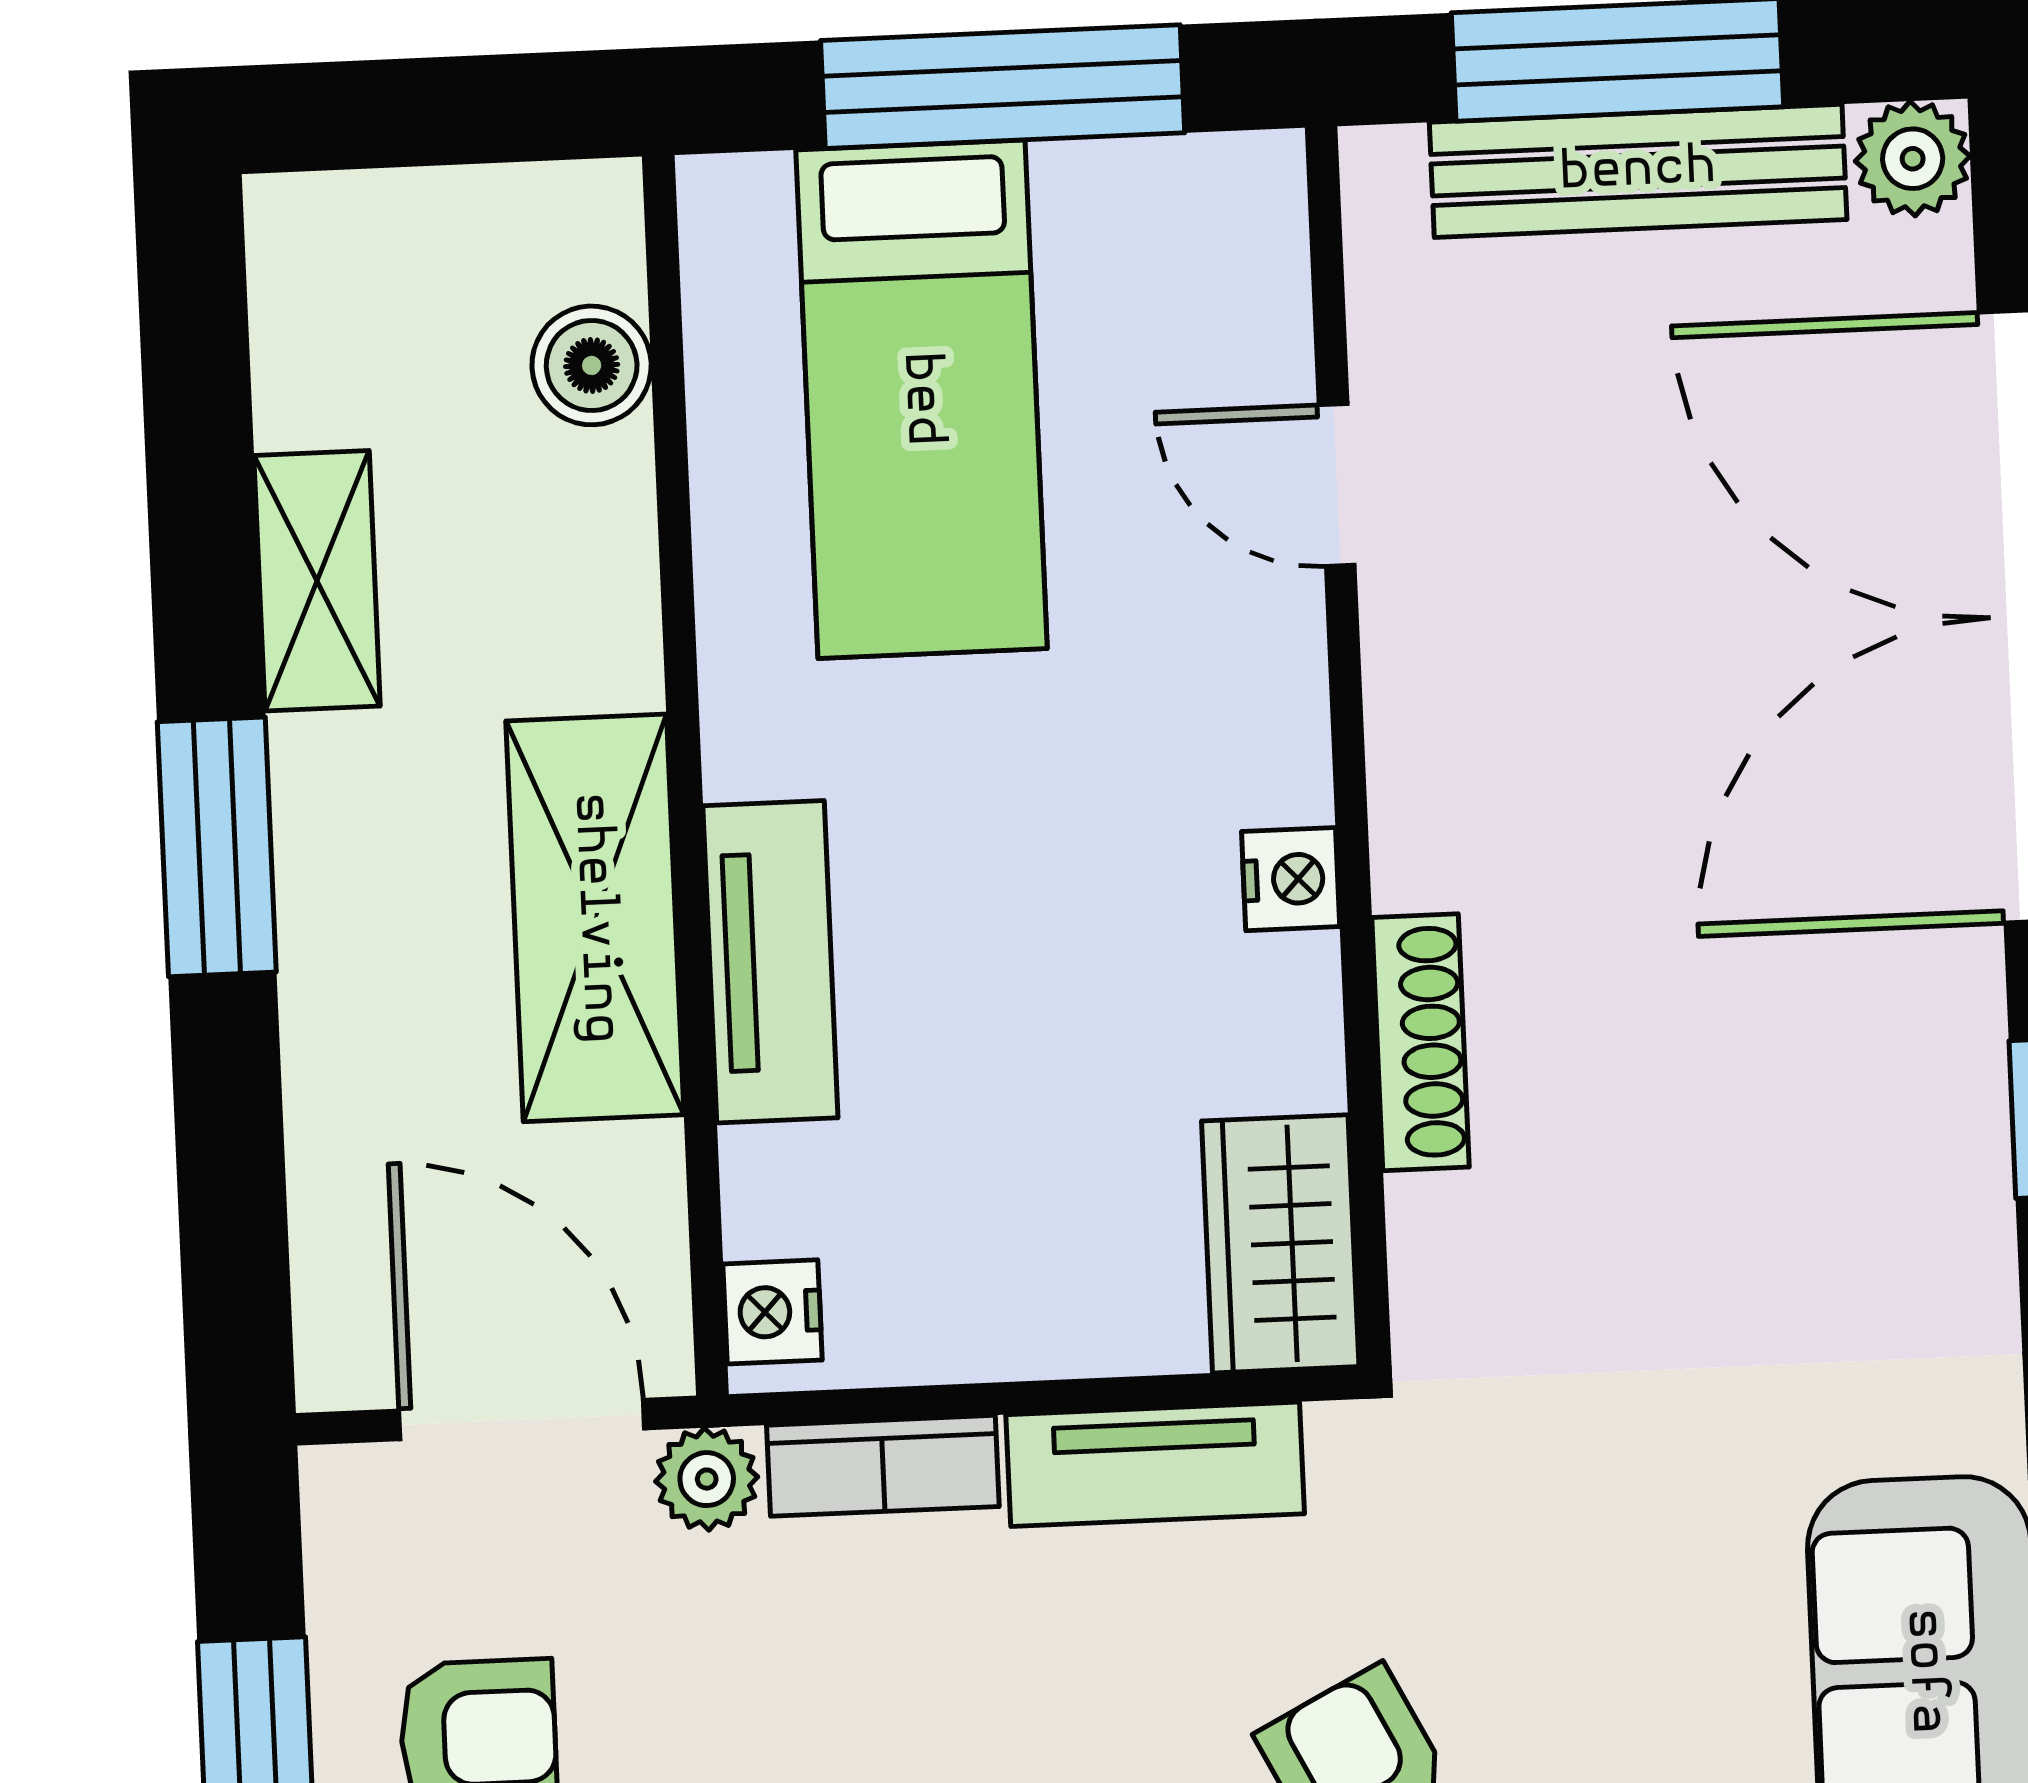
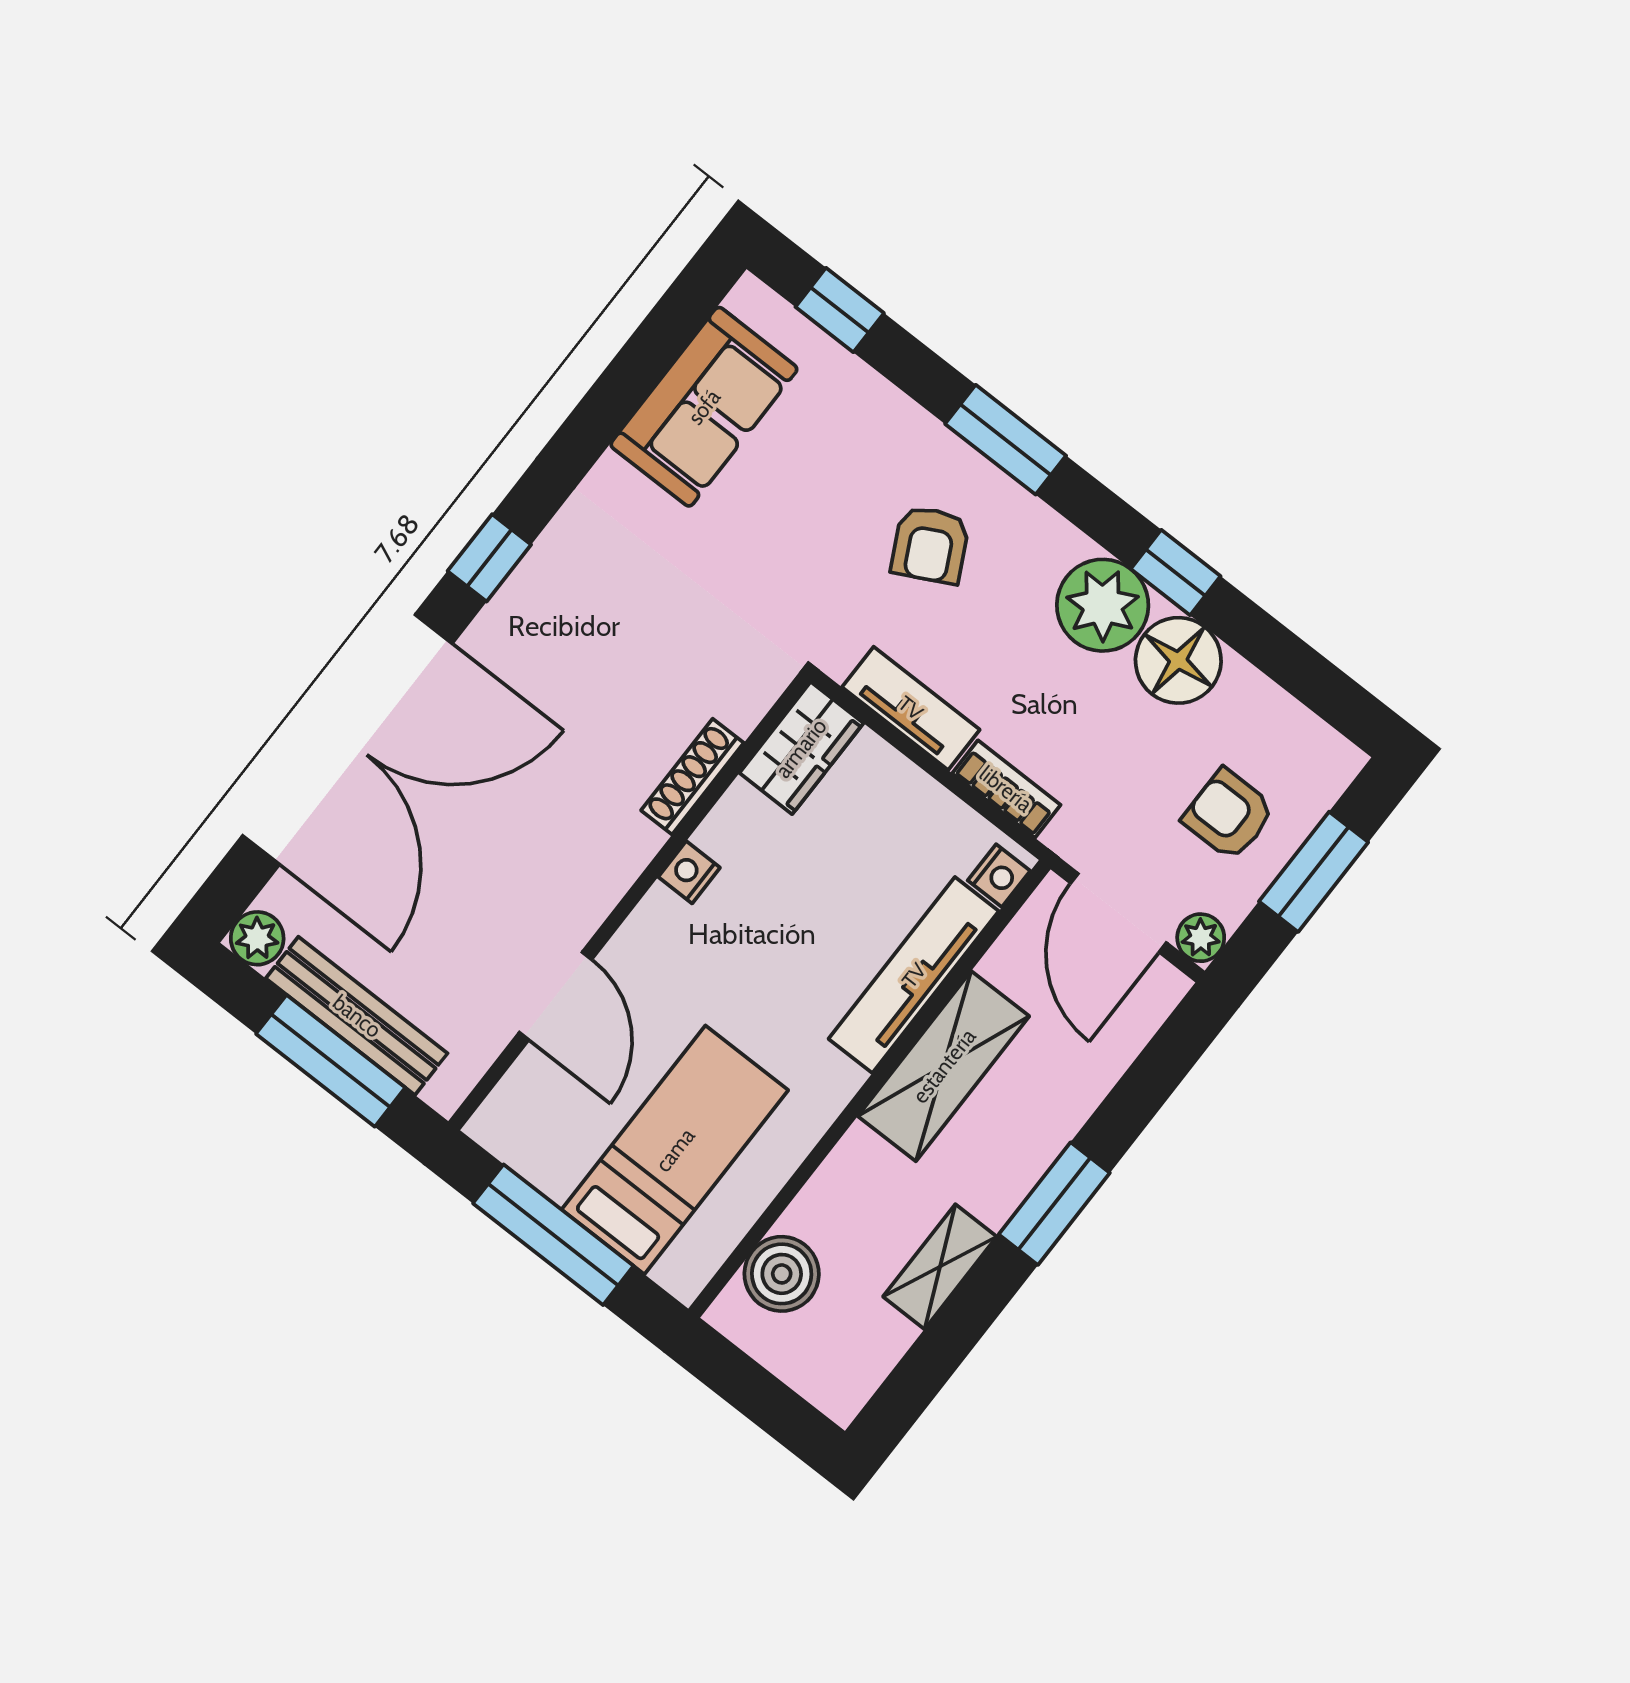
boiler: (592, 365) -> (782, 1274), width x1.36, depth x1.36
door: (1337, 485) -> (556, 996), width x1.38
tv unit: (770, 962) -> (914, 975), width x1.41
plant: (707, 1479) -> (1201, 938), moved

